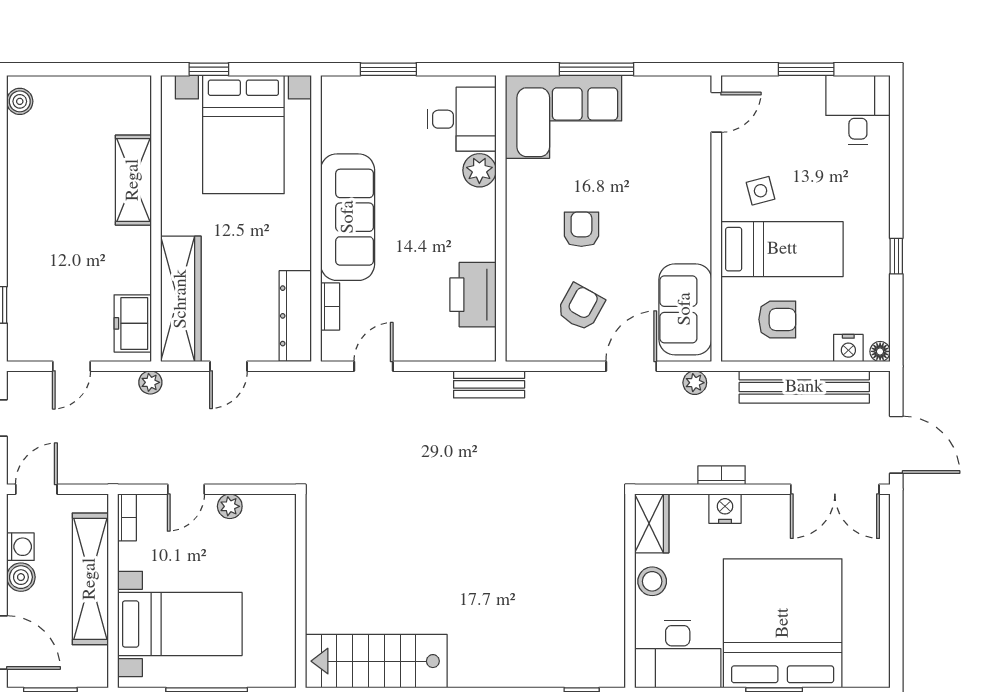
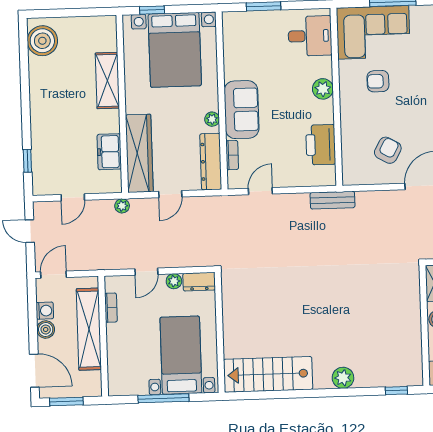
boiler: (20, 101) -> (42, 41), width x1.86, depth x1.86
plant: (479, 170) -> (323, 89), moved
sofa: (348, 217) -> (242, 110), width x0.73
armchair: (581, 229) -> (378, 81), moved, turned -90
plant: (300, 248) -> (212, 119), added
freezer: (133, 323) -> (109, 152), moved
dresser: (270, 508) -> (199, 282), added
bookcase: (127, 517) -> (111, 308), moved
bed with nightstands: (180, 624) -> (181, 355), moved, turned -90
plant: (496, 671) -> (343, 378), added

